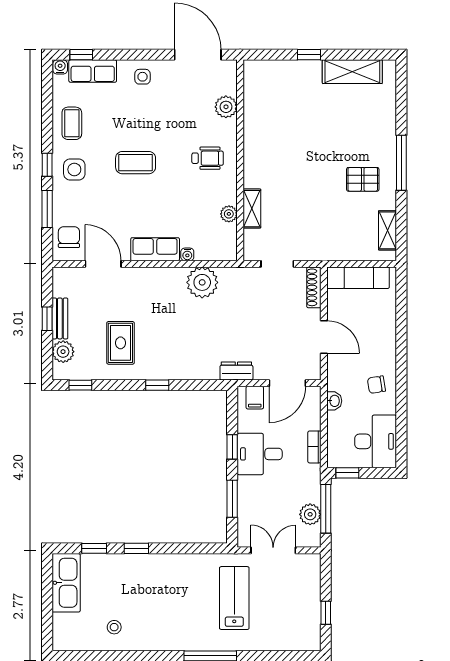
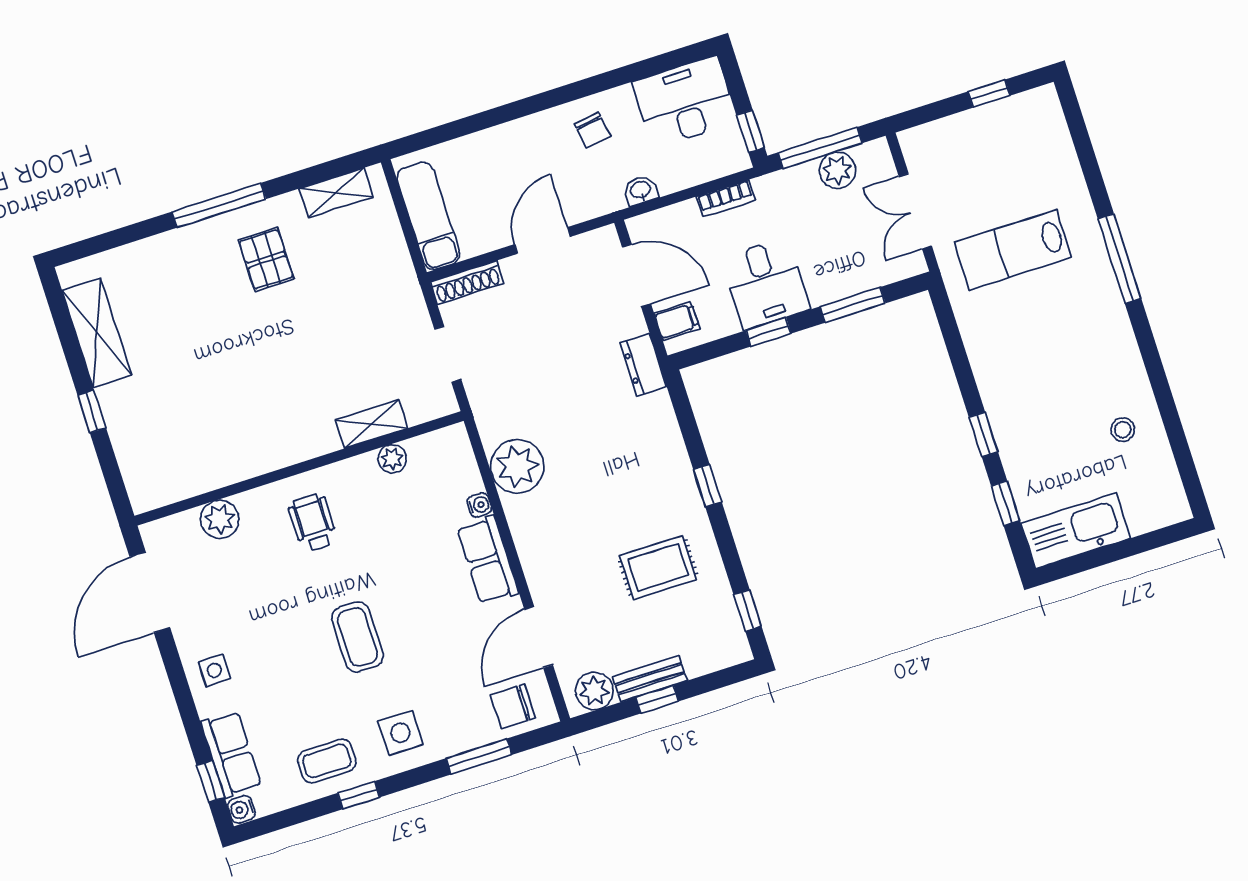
window: (47, 165) -> (359, 795), moved
plant: (63, 352) -> (594, 691), moved

